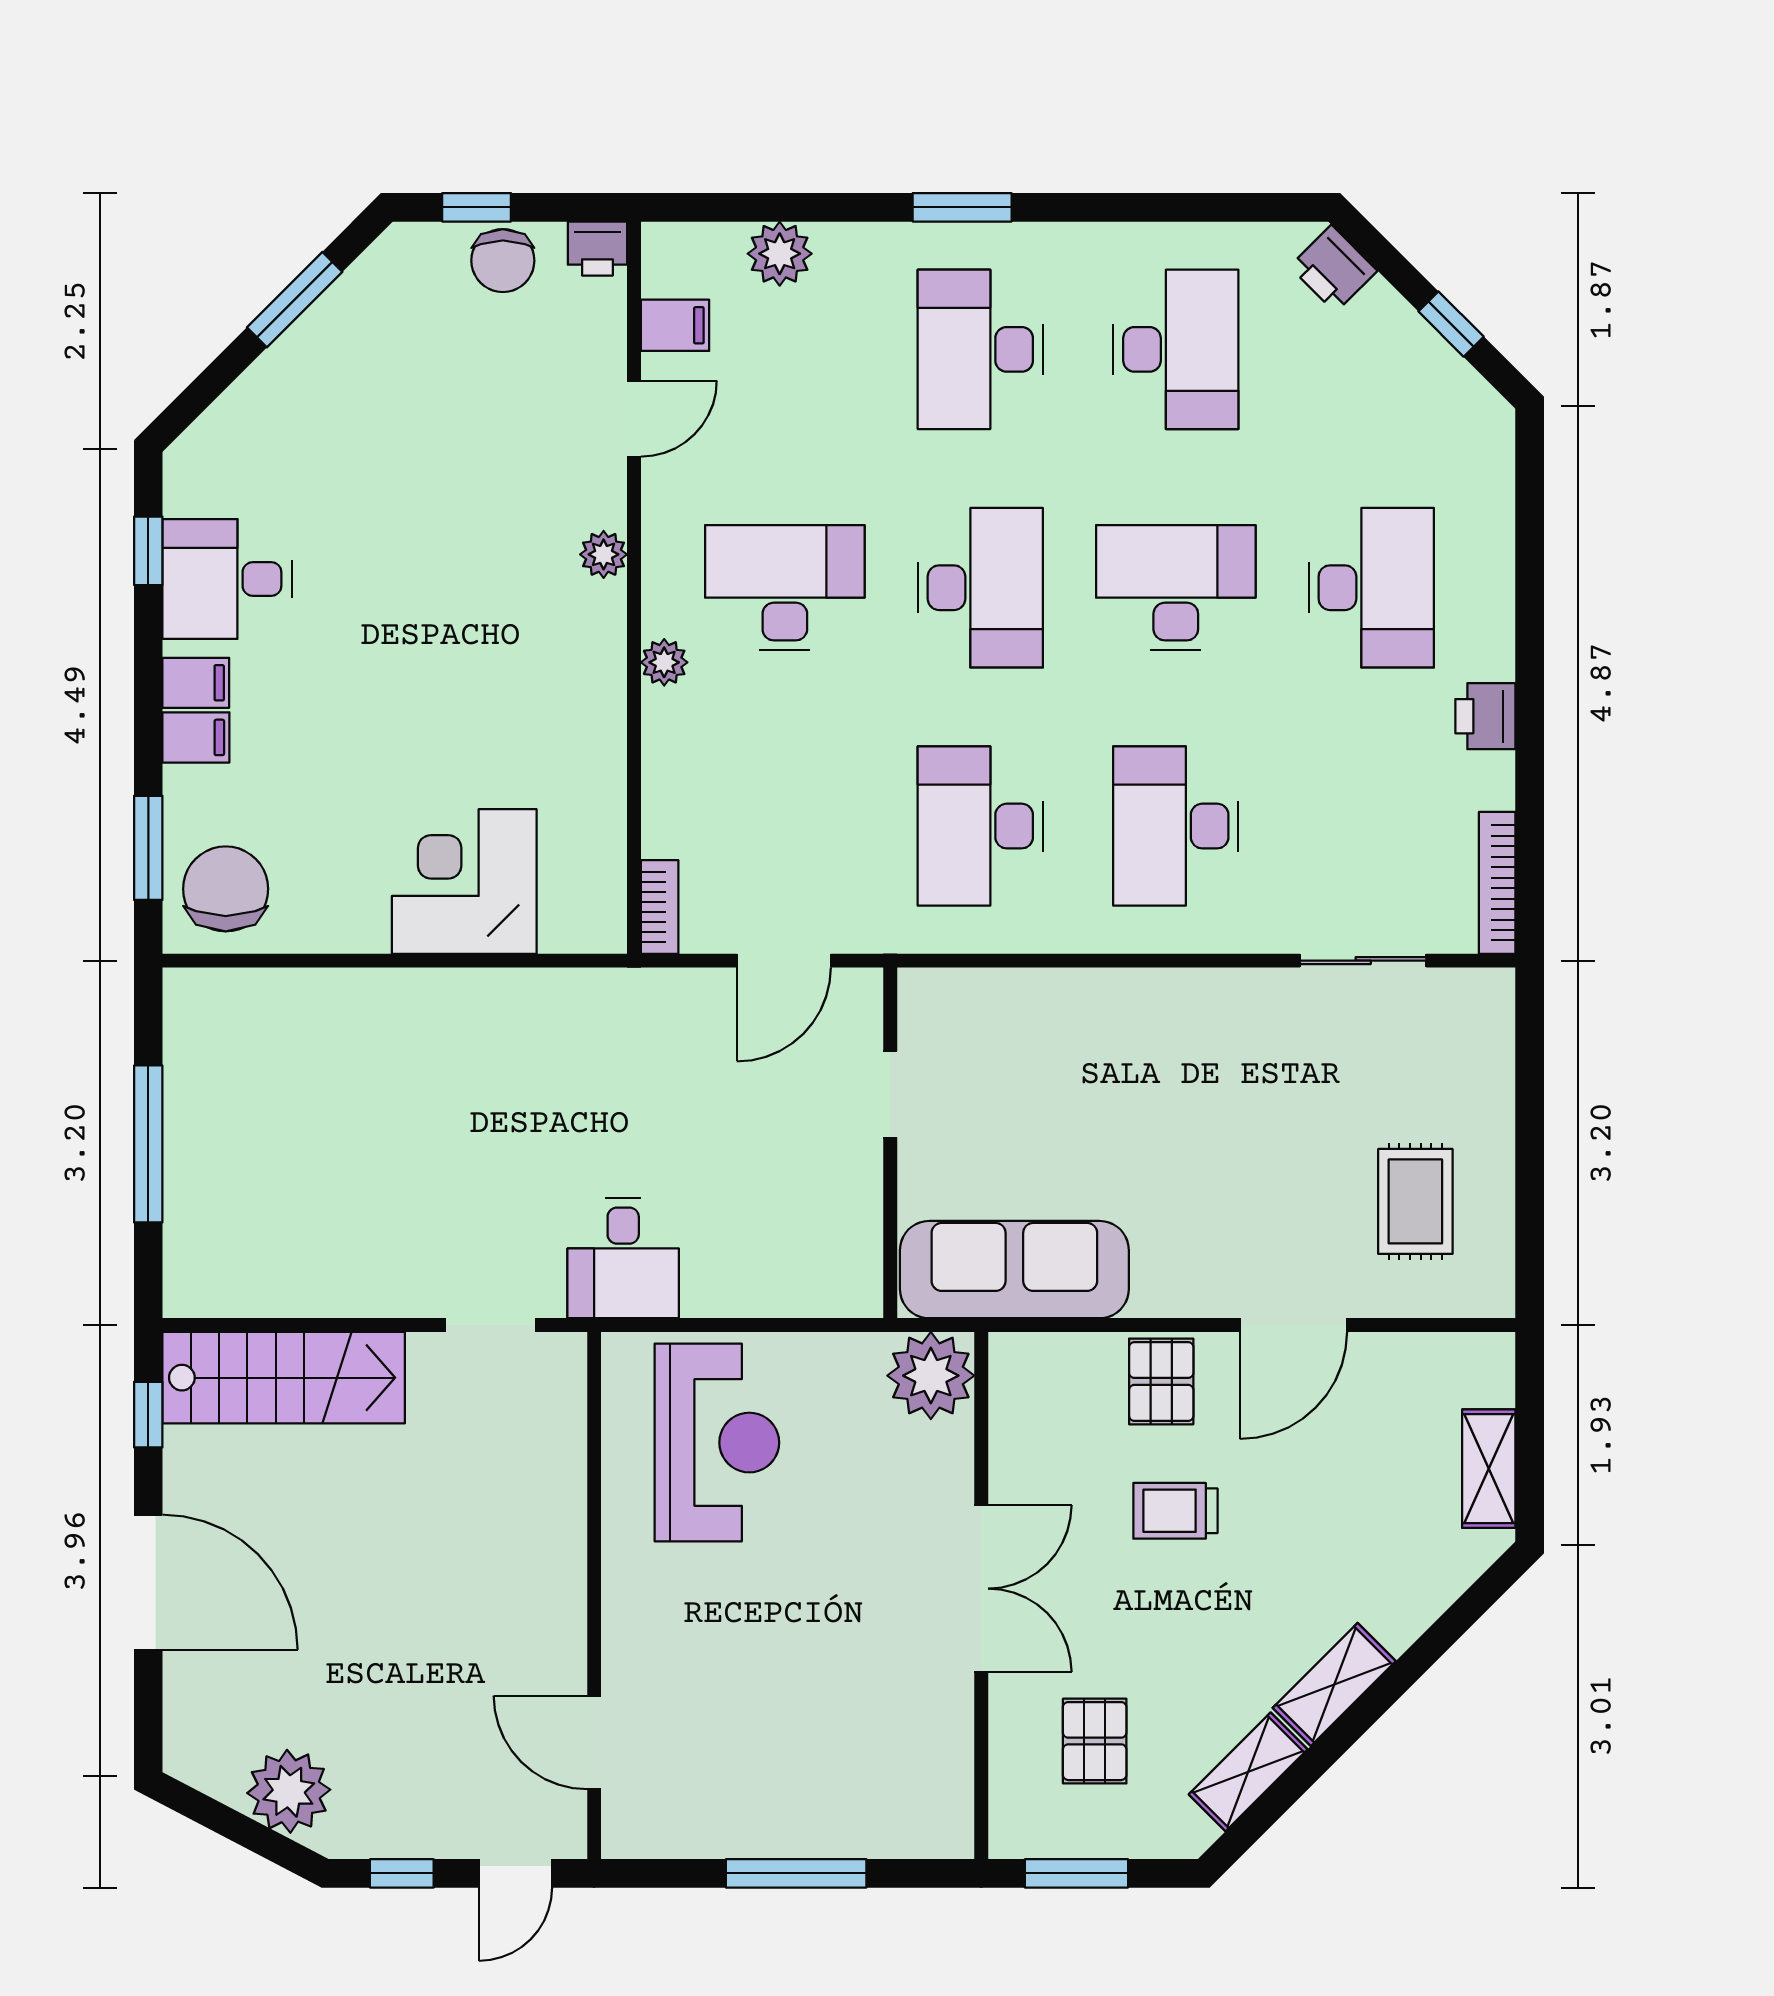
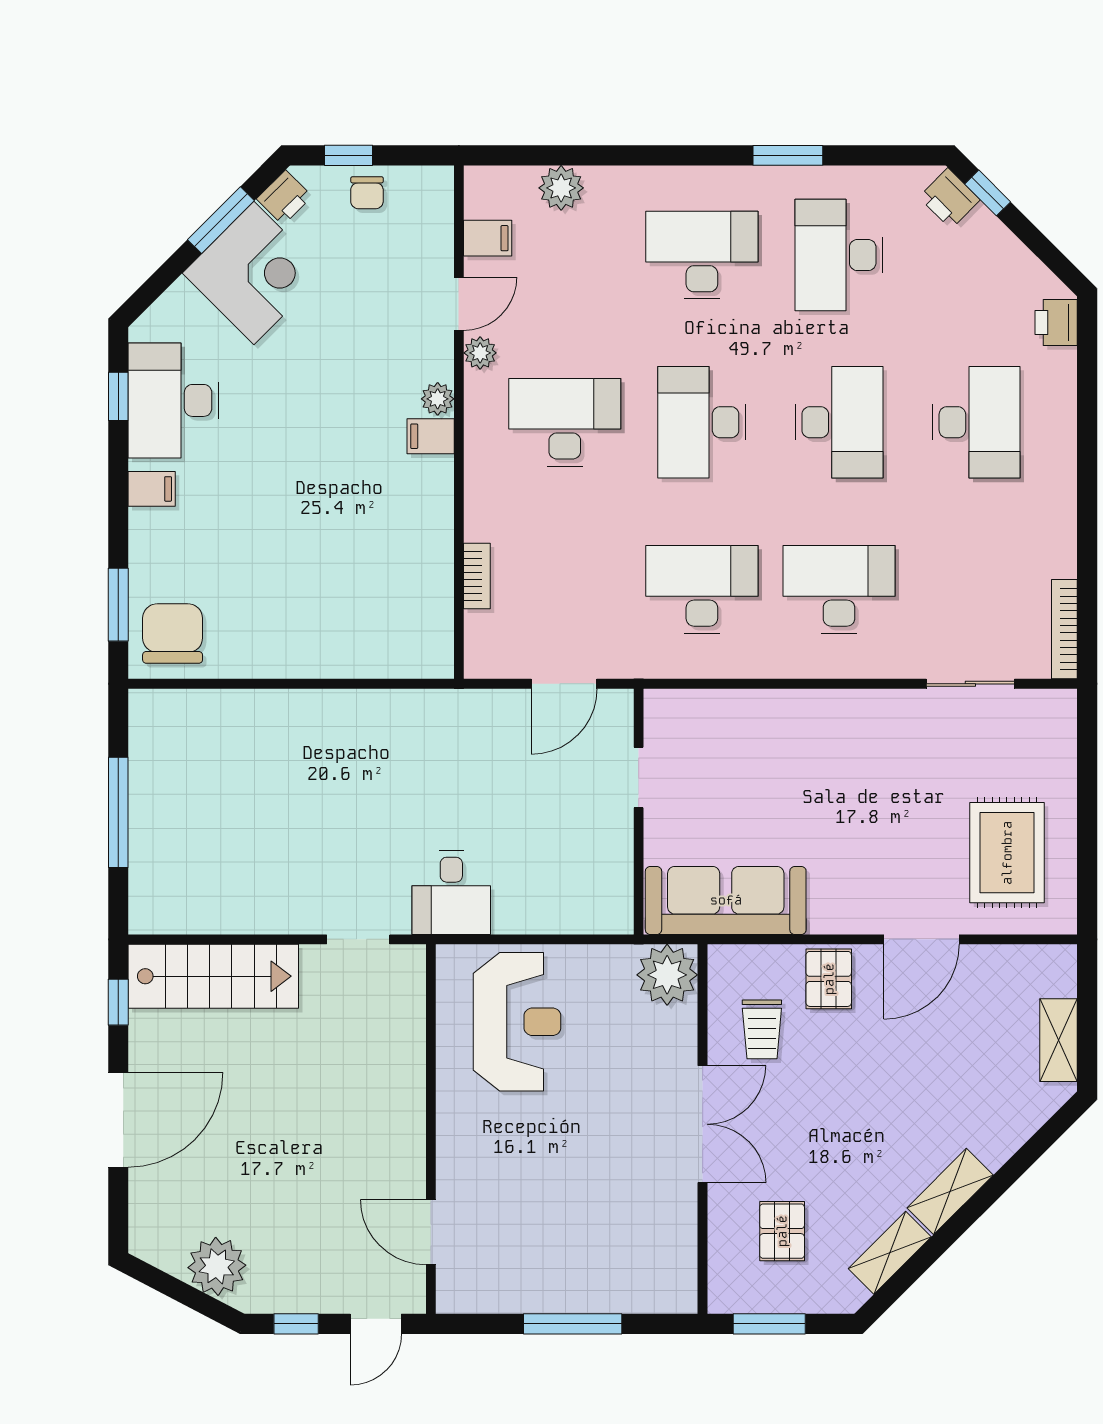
window: (962, 207) -> (788, 155), moved
printer: (597, 249) -> (284, 198), moved, turned -45
chair: (503, 261) -> (367, 193), width x0.73, depth x0.73
window: (1451, 324) -> (988, 193), moved
desk: (980, 349) -> (702, 255), turned 90
desk: (1176, 349) -> (839, 255), turned 180
desk: (227, 579) -> (174, 400), width x1.37
desk: (980, 588) -> (702, 422), turned 180
desk: (1176, 588) -> (839, 422), turned 90
plant: (664, 662) -> (480, 353), moved
printer: (1485, 716) -> (1056, 322), moved
filing cabinet: (196, 737) -> (431, 436), moved, turned 180
desk: (980, 826) -> (702, 589), turned 90
desk: (1176, 826) -> (839, 589), turned 90
corner desk: (464, 881) -> (254, 273), moved, turned 135
bookcase: (660, 907) -> (477, 576), moved
rug: (1415, 1201) -> (1007, 853), width x1.36, depth x1.43
trolley: (1175, 1511) -> (762, 1029), moved, turned -90
door: (148, 1582) -> (118, 1120), hinge flipped

